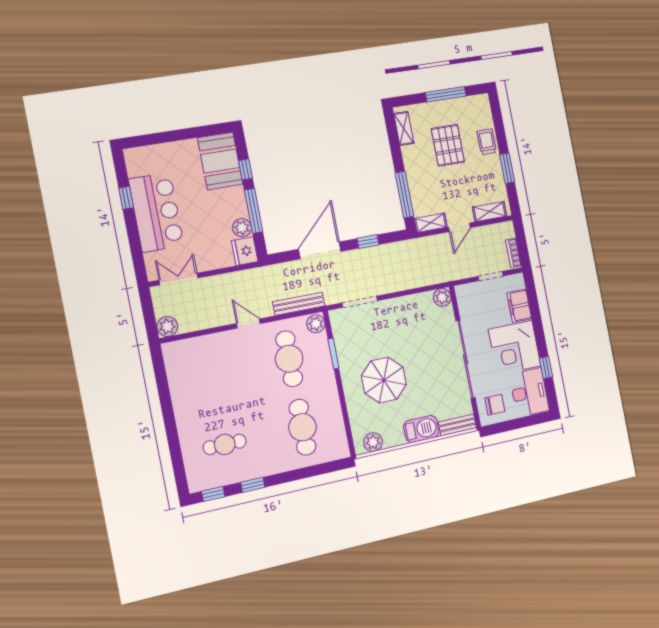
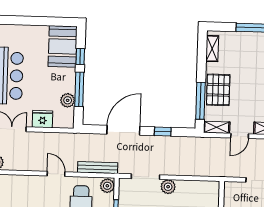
pallet: (448, 145) -> (218, 90), moved
fridge: (245, 251) -> (42, 119), moved, turned 90
plant: (442, 297) -> (168, 187), moved

